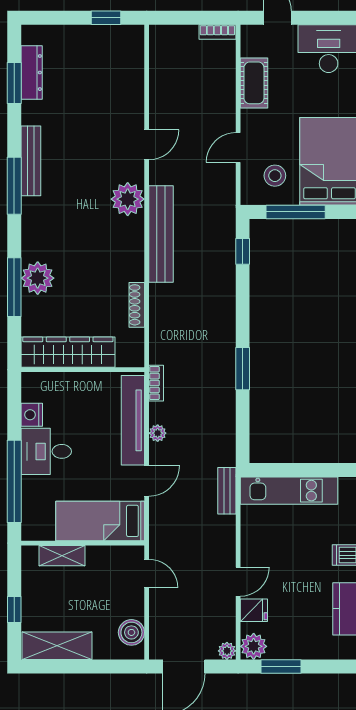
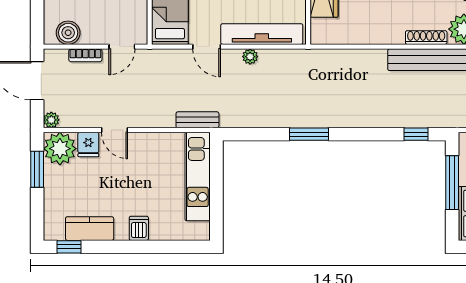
shoe rack: (137, 305) -> (426, 38), moved
bookcase: (156, 383) -> (85, 55), moved
plant: (254, 646) -> (60, 149), width x1.36, depth x1.36

